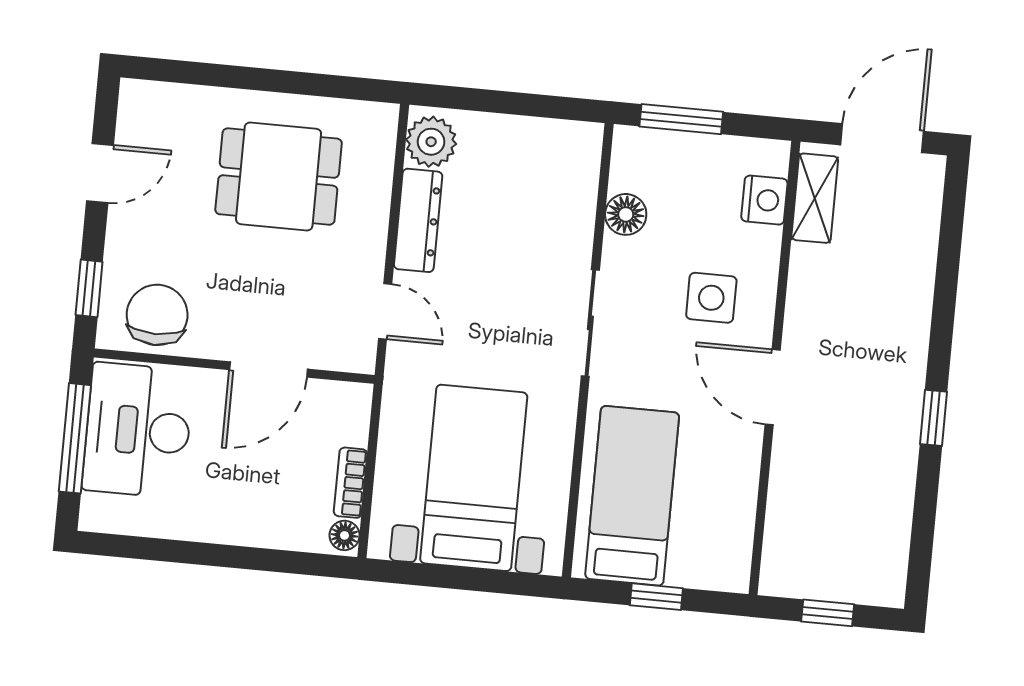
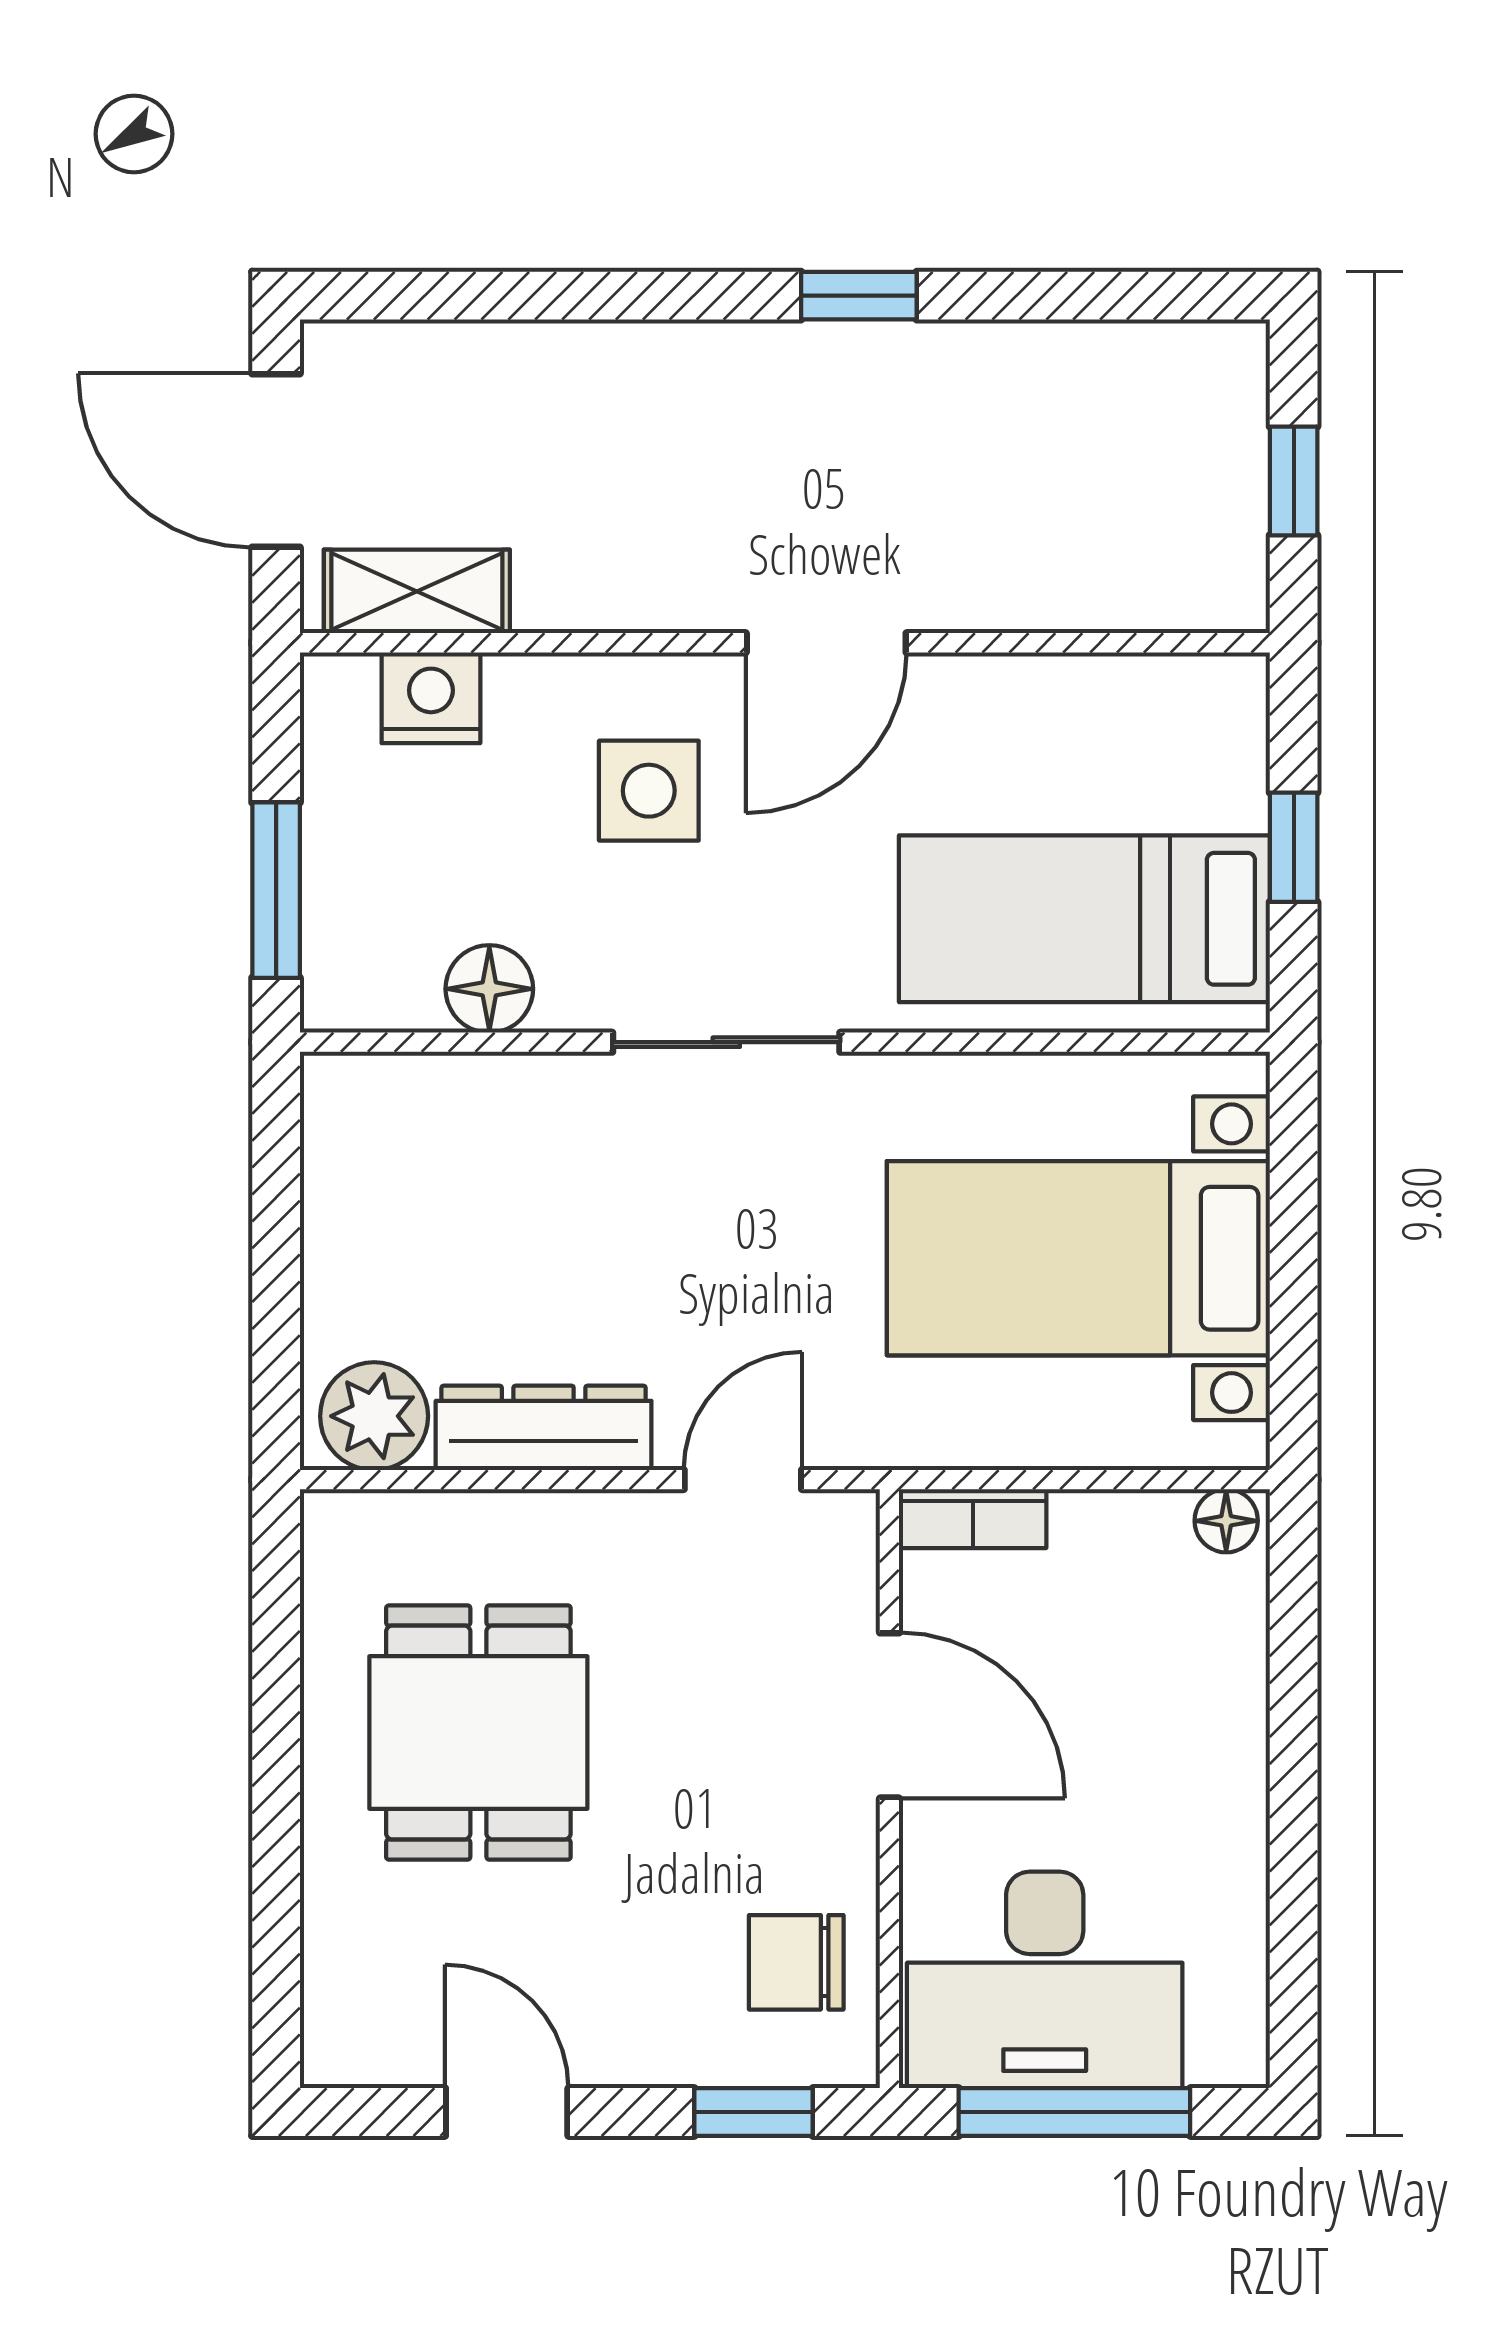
chair: (157, 315) -> (796, 1962), width x0.73, depth x0.73
bookcase: (351, 483) -> (973, 1519), moved

